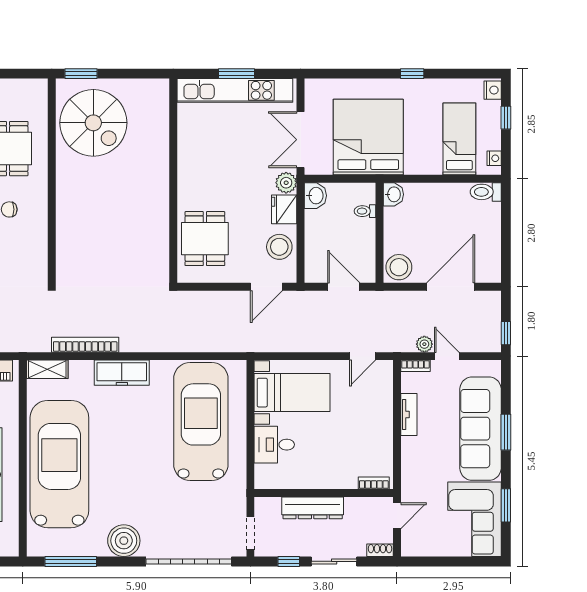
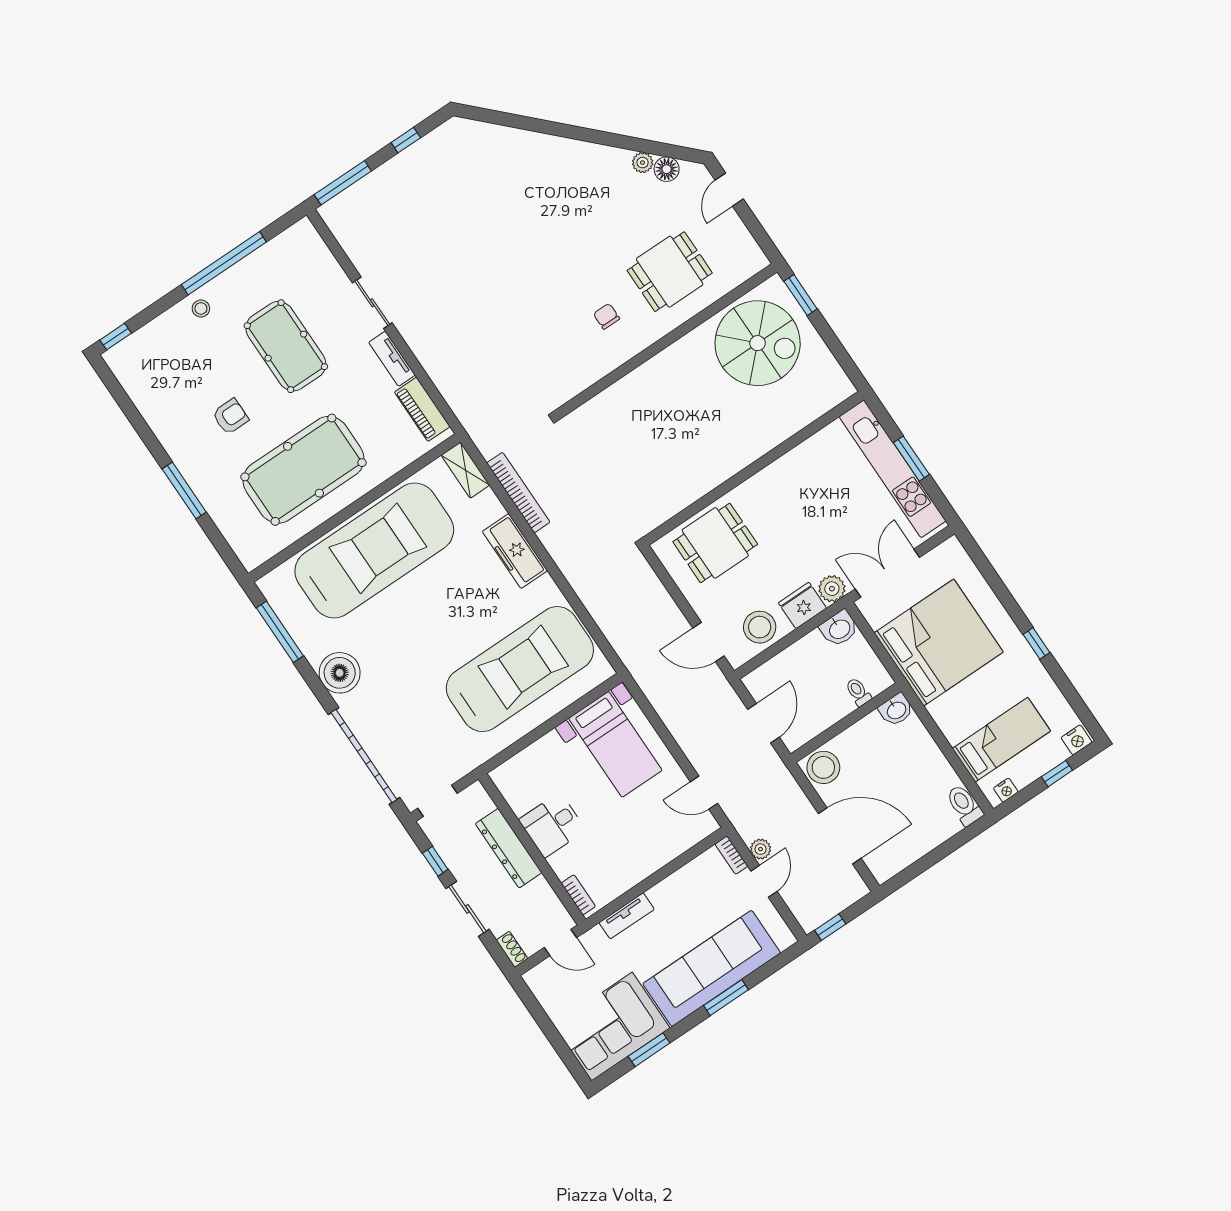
spiral stairs: (93, 123) -> (758, 343), turned -90
tv unit: (409, 414) -> (627, 916), moved
desk: (274, 445) -> (552, 825), moved, turned -90

